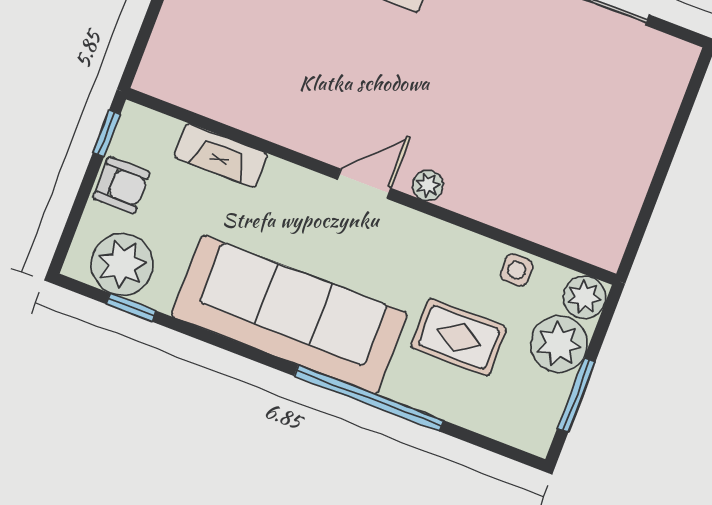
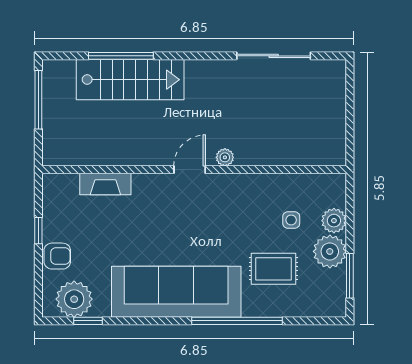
fireplace: (221, 155) -> (105, 184), moved
door: (364, 184) -> (190, 170), moved
wall: (371, 186) -> (194, 170), moved
plant: (428, 186) -> (225, 157), moved

